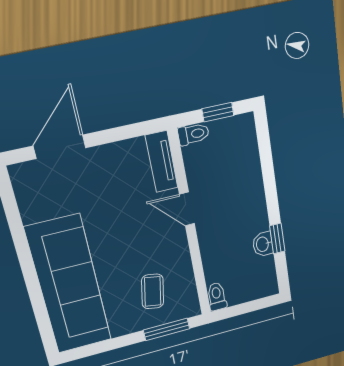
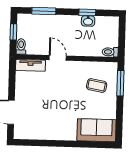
window: (267, 161) -> (44, 11), added
door: (187, 209) -> (58, 58), swing flipped
sofa: (69, 285) -> (96, 130), width x0.54, depth x0.79

